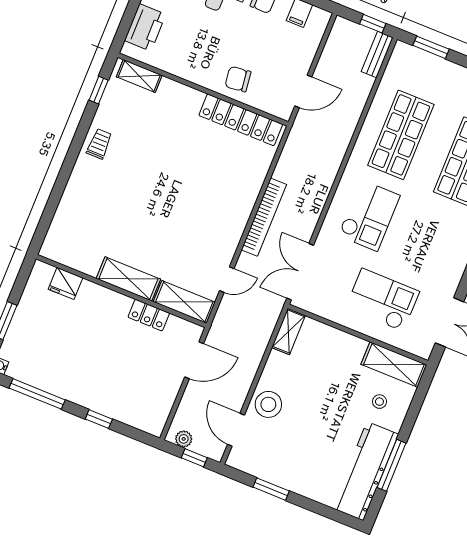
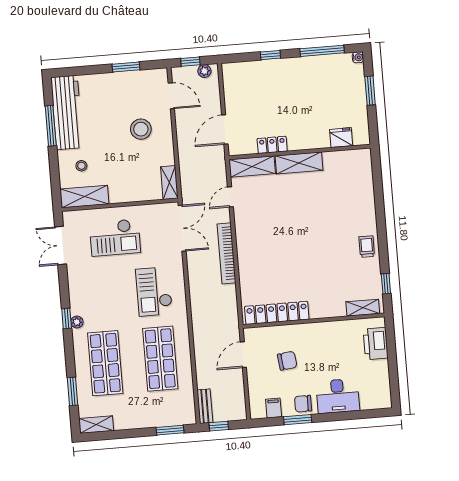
chair: (238, 79) -> (287, 361), moved
trolley: (99, 144) -> (367, 247), turned 180
stool: (268, 404) -> (141, 129), moved

